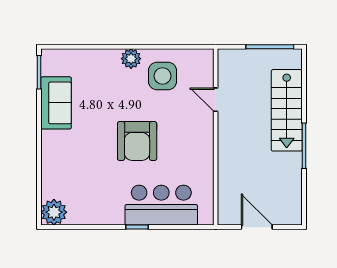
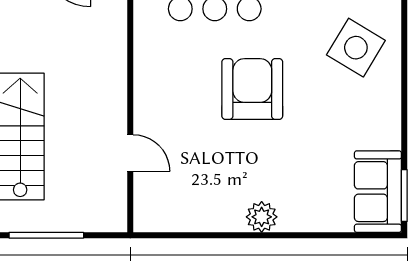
side table: (163, 76) -> (356, 48), moved, turned 31
sofa: (56, 103) -> (378, 192), moved

